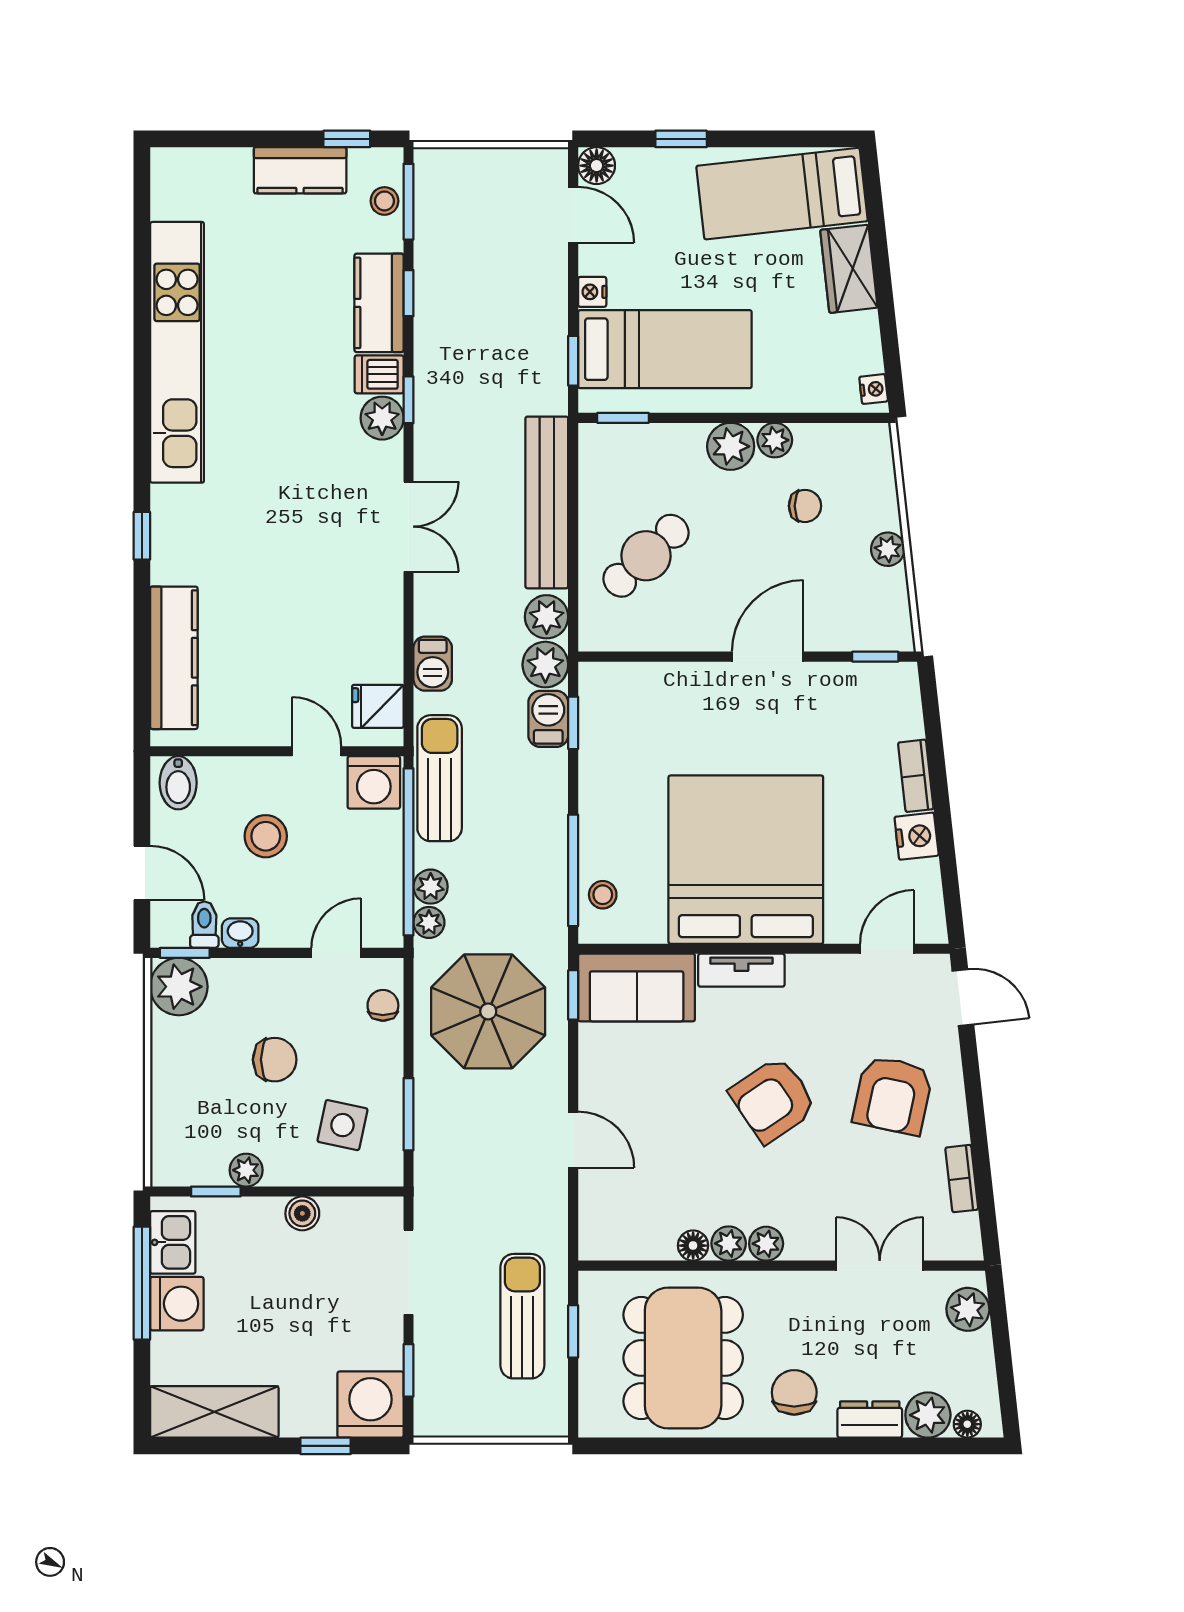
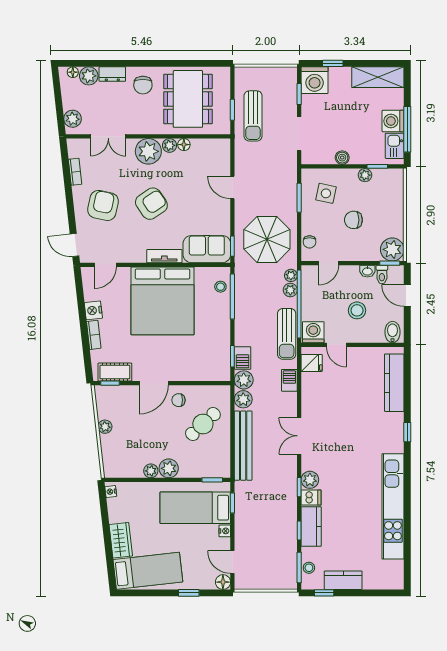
chair: (805, 506) -> (178, 400), moved
cot: (863, 684) -> (115, 372), added
plant: (766, 1244) -> (148, 151), width x1.87, depth x1.87

